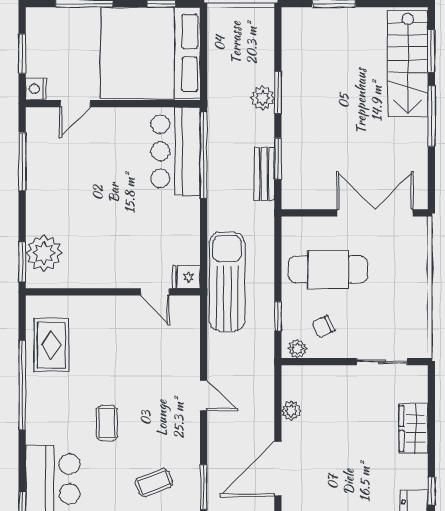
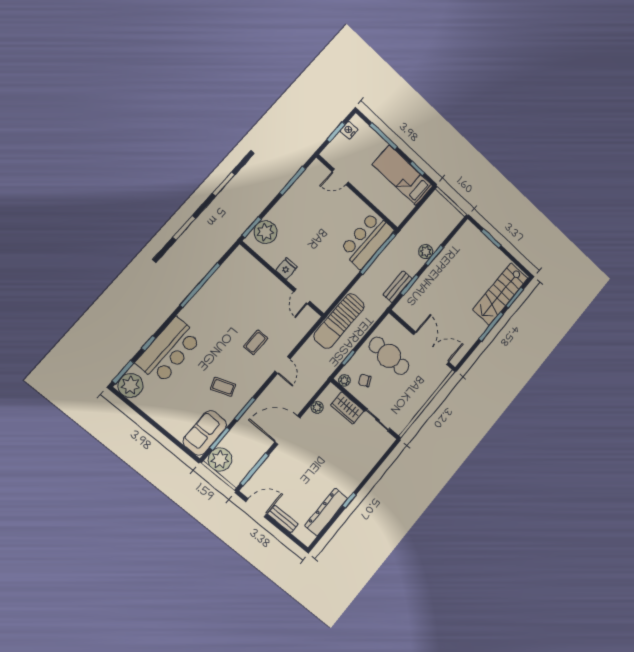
bed: (150, 53) -> (403, 175), width x0.49
nightstand: (36, 89) -> (349, 130), moved
fridge: (186, 277) -> (286, 269), moved, turned 90
sun lounger: (227, 282) -> (339, 321), turned 180
rug: (51, 345) -> (231, 278), removed
coffee table: (107, 423) -> (256, 342), moved
wardrobe: (414, 428) -> (347, 408), moved, turned -90

